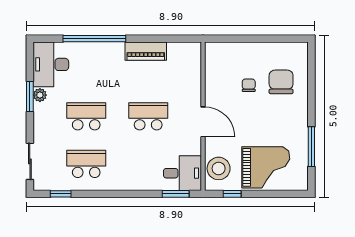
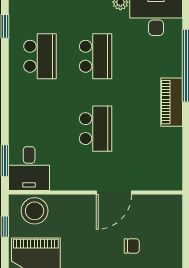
piano: (146, 51) -> (172, 102), moved
door: (203, 122) -> (114, 193), moved

